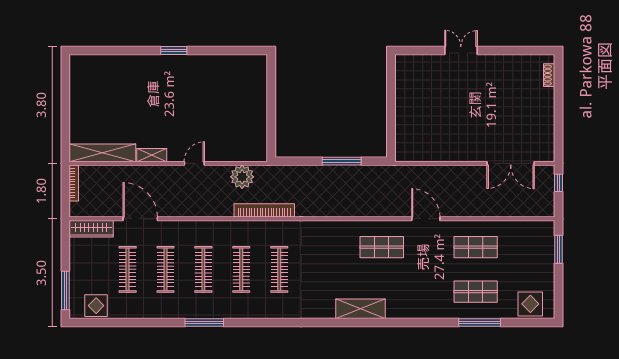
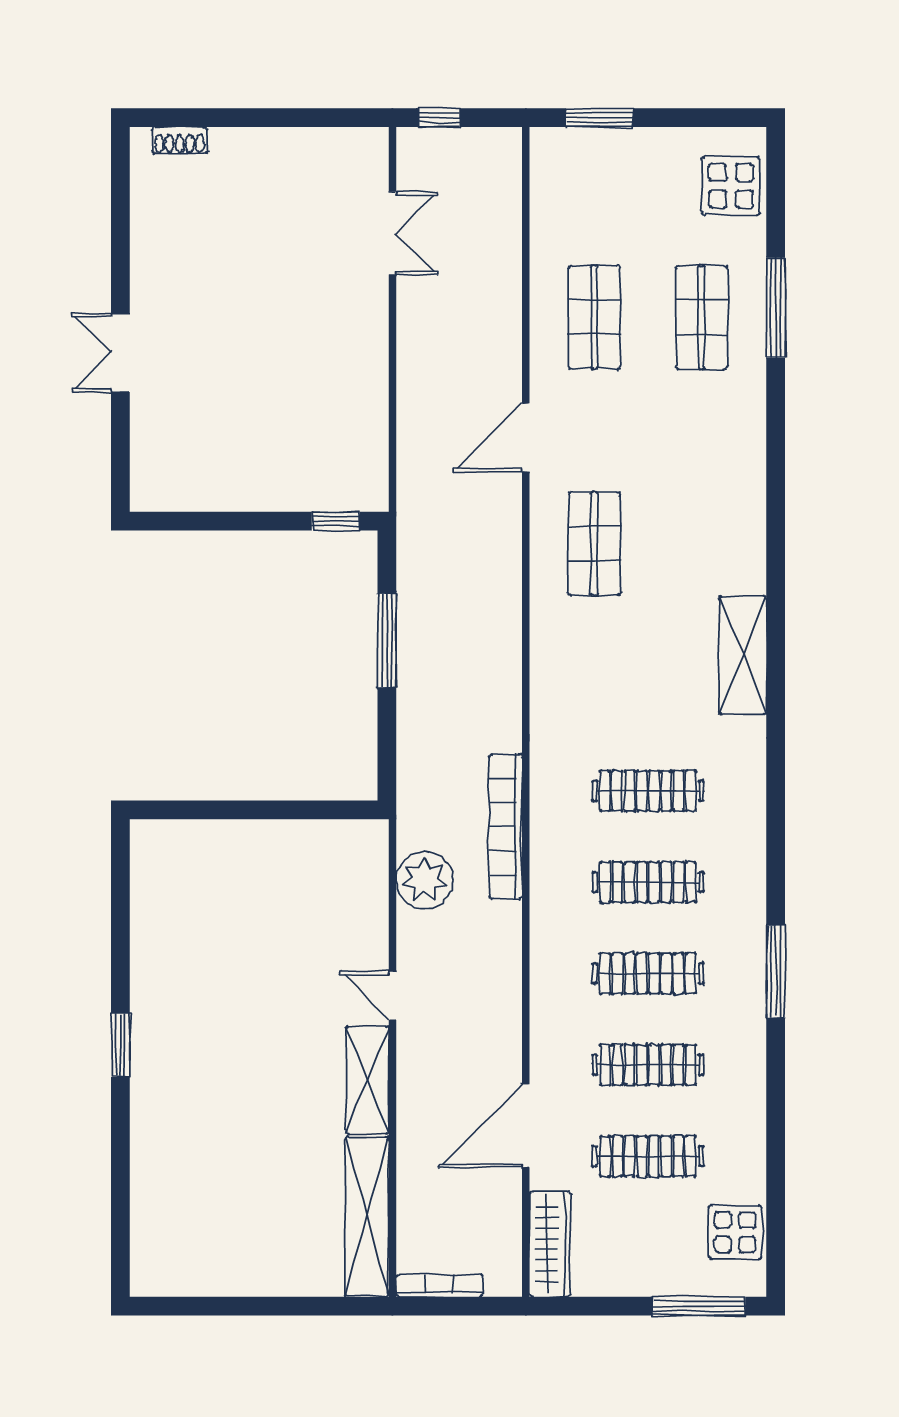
window: (391, 140) -> (336, 521), added
shelving: (152, 155) -> (367, 1080), width x1.50, depth x1.33
double door: (511, 163) -> (392, 233), width x0.73
shelving: (361, 309) -> (743, 655), moved

